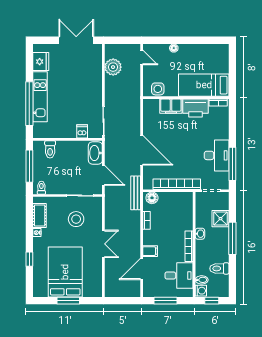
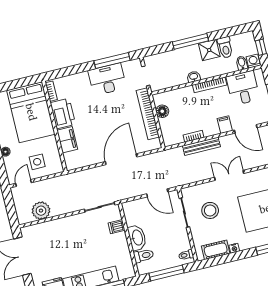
bed: (204, 85) -> (31, 112), width x1.50
side table: (158, 89) -> (37, 162), moved
washbasin: (95, 153) -> (137, 238), moved, turned -90
door: (103, 175) -> (157, 193), swing flipped
bench: (136, 193) -> (201, 146), moved
floor lamp: (152, 198) -> (162, 111), moved
shower: (220, 219) -> (209, 50), moved

